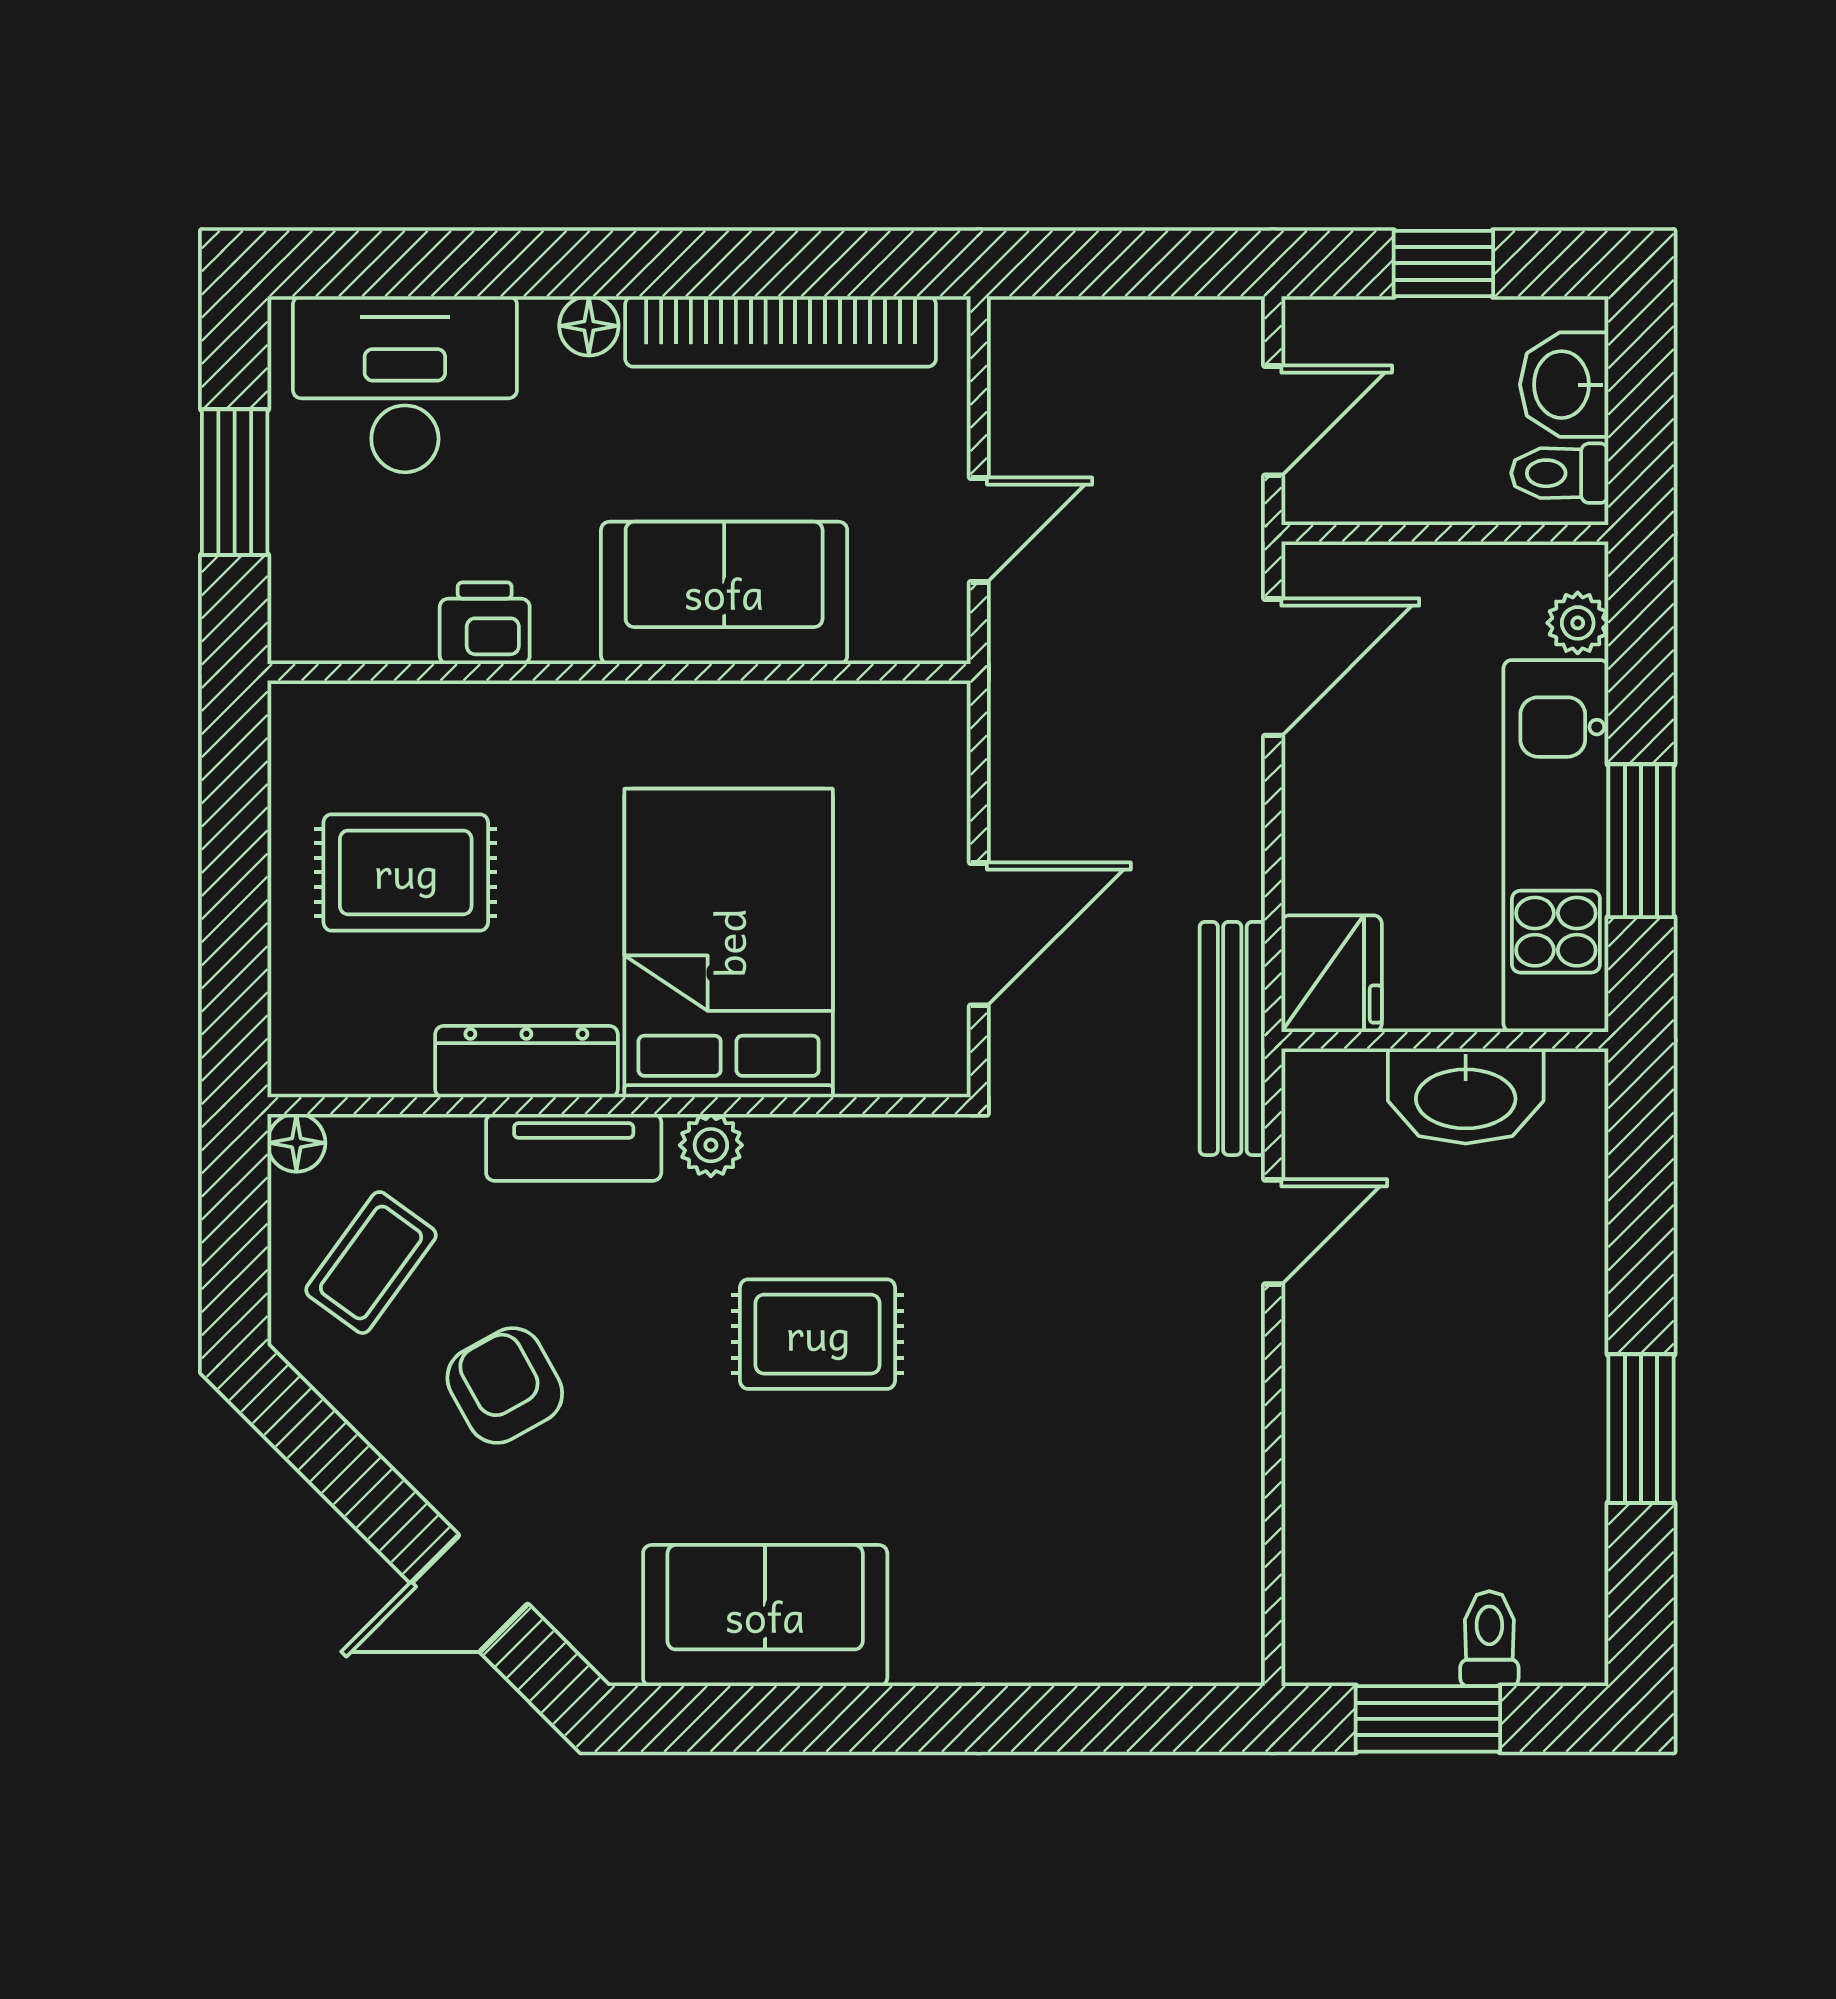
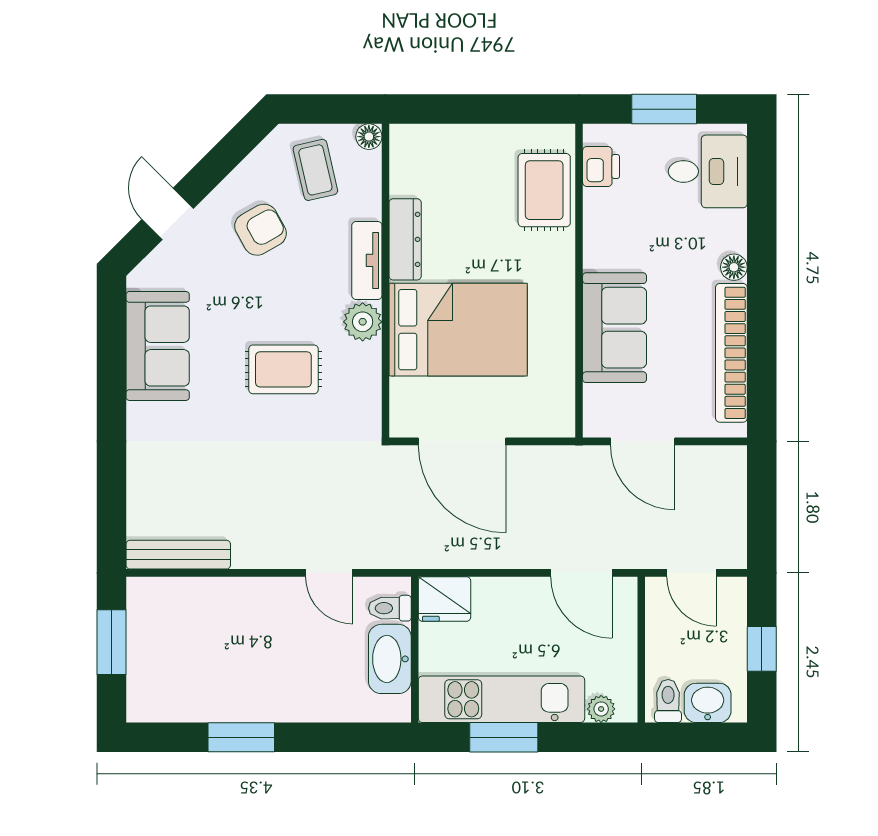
desk: (405, 384) -> (708, 171), width x0.73
door: (979, 530) -> (643, 441), width x1.38
printer: (485, 623) -> (601, 167), moved
rug: (406, 872) -> (544, 190), moved
door: (979, 934) -> (462, 441), width x1.36
bench: (1232, 1038) -> (178, 555), moved
plant: (711, 1145) -> (363, 322), width x1.38, depth x1.38
coffee table: (371, 1263) -> (315, 170), turned 41
rug: (818, 1334) -> (283, 369), turned 90
toilet: (1489, 1639) -> (390, 608), moved, turned 180

